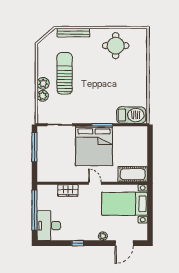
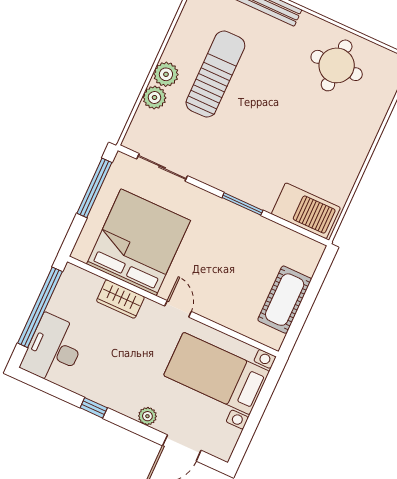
bed: (94, 146) -> (139, 242), moved, turned 180
cot: (133, 174) -> (285, 300), moved, turned 90

